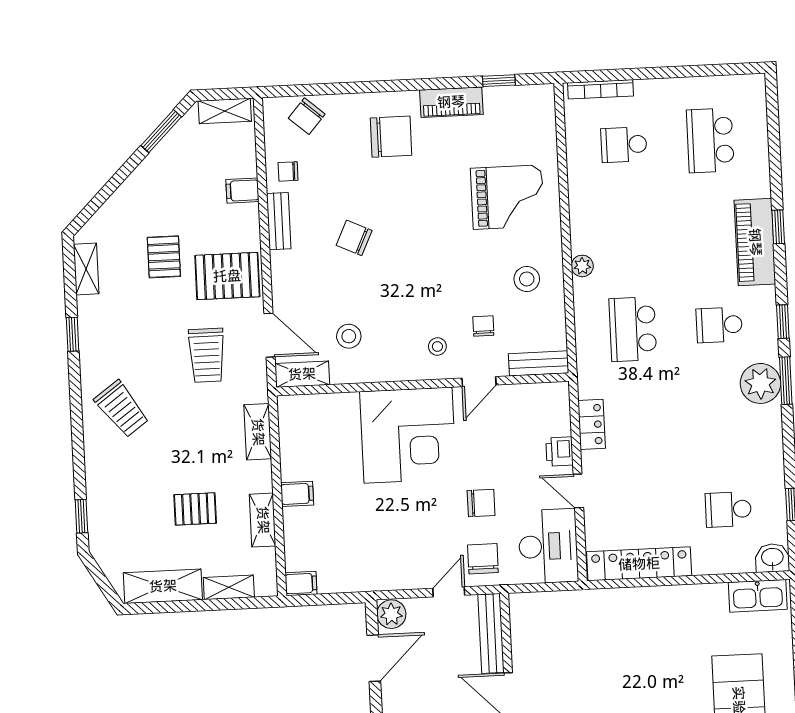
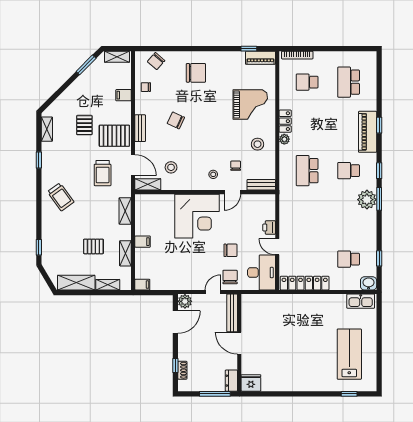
piano: (451, 102) -> (260, 58), moved
bench: (279, 221) -> (140, 128), moved
locker: (592, 424) -> (285, 121), moved

